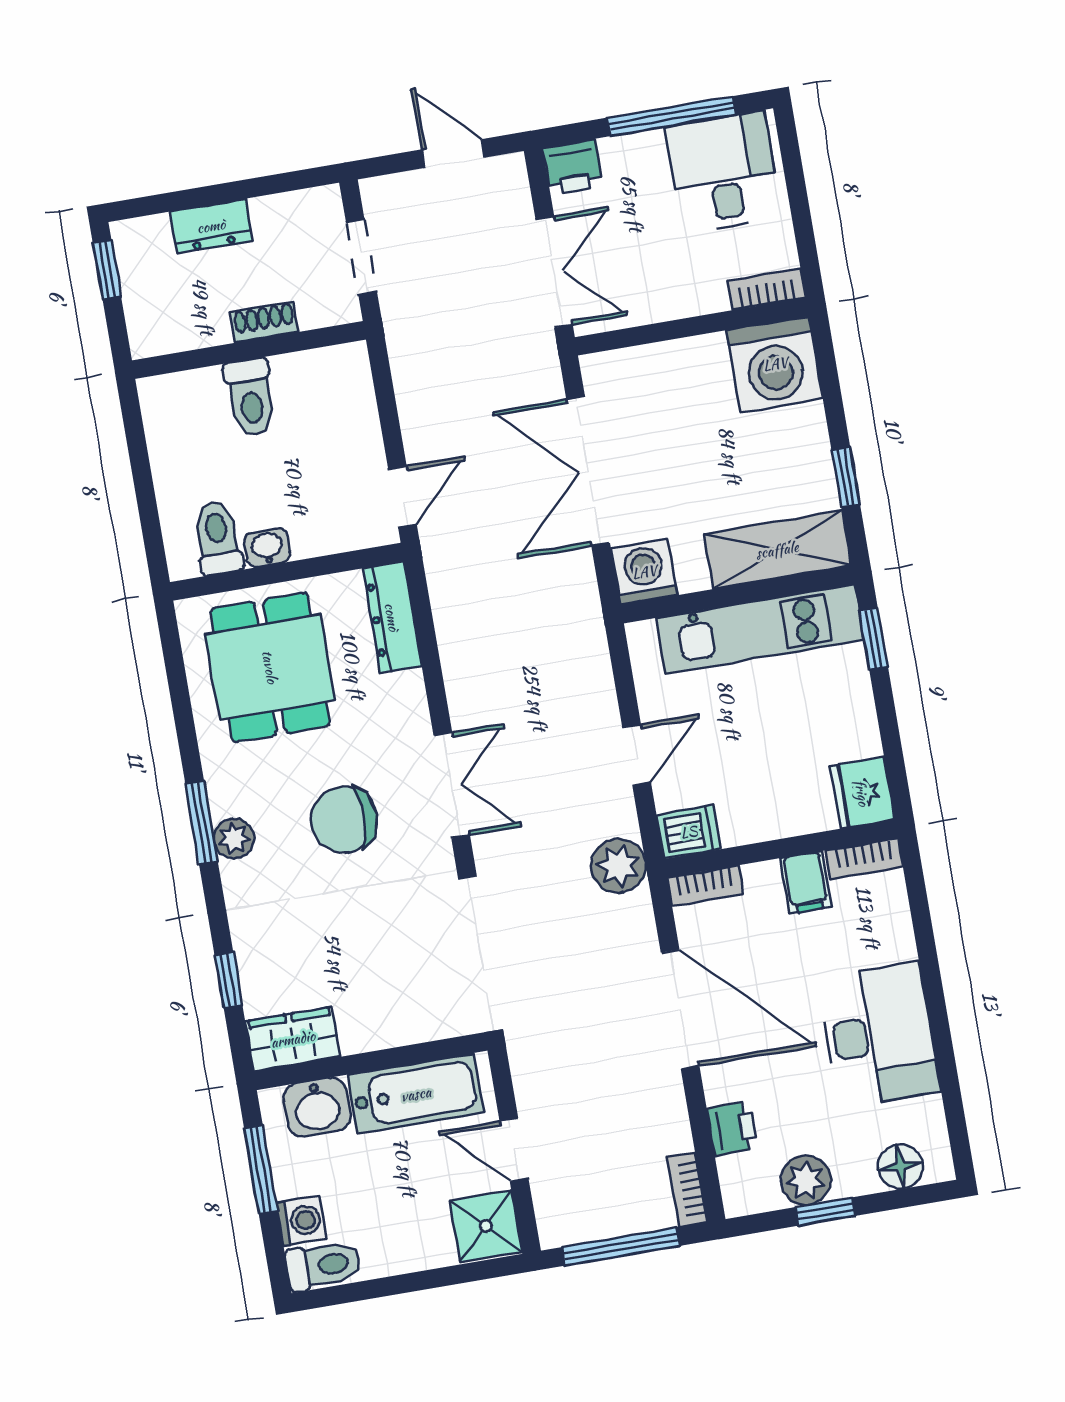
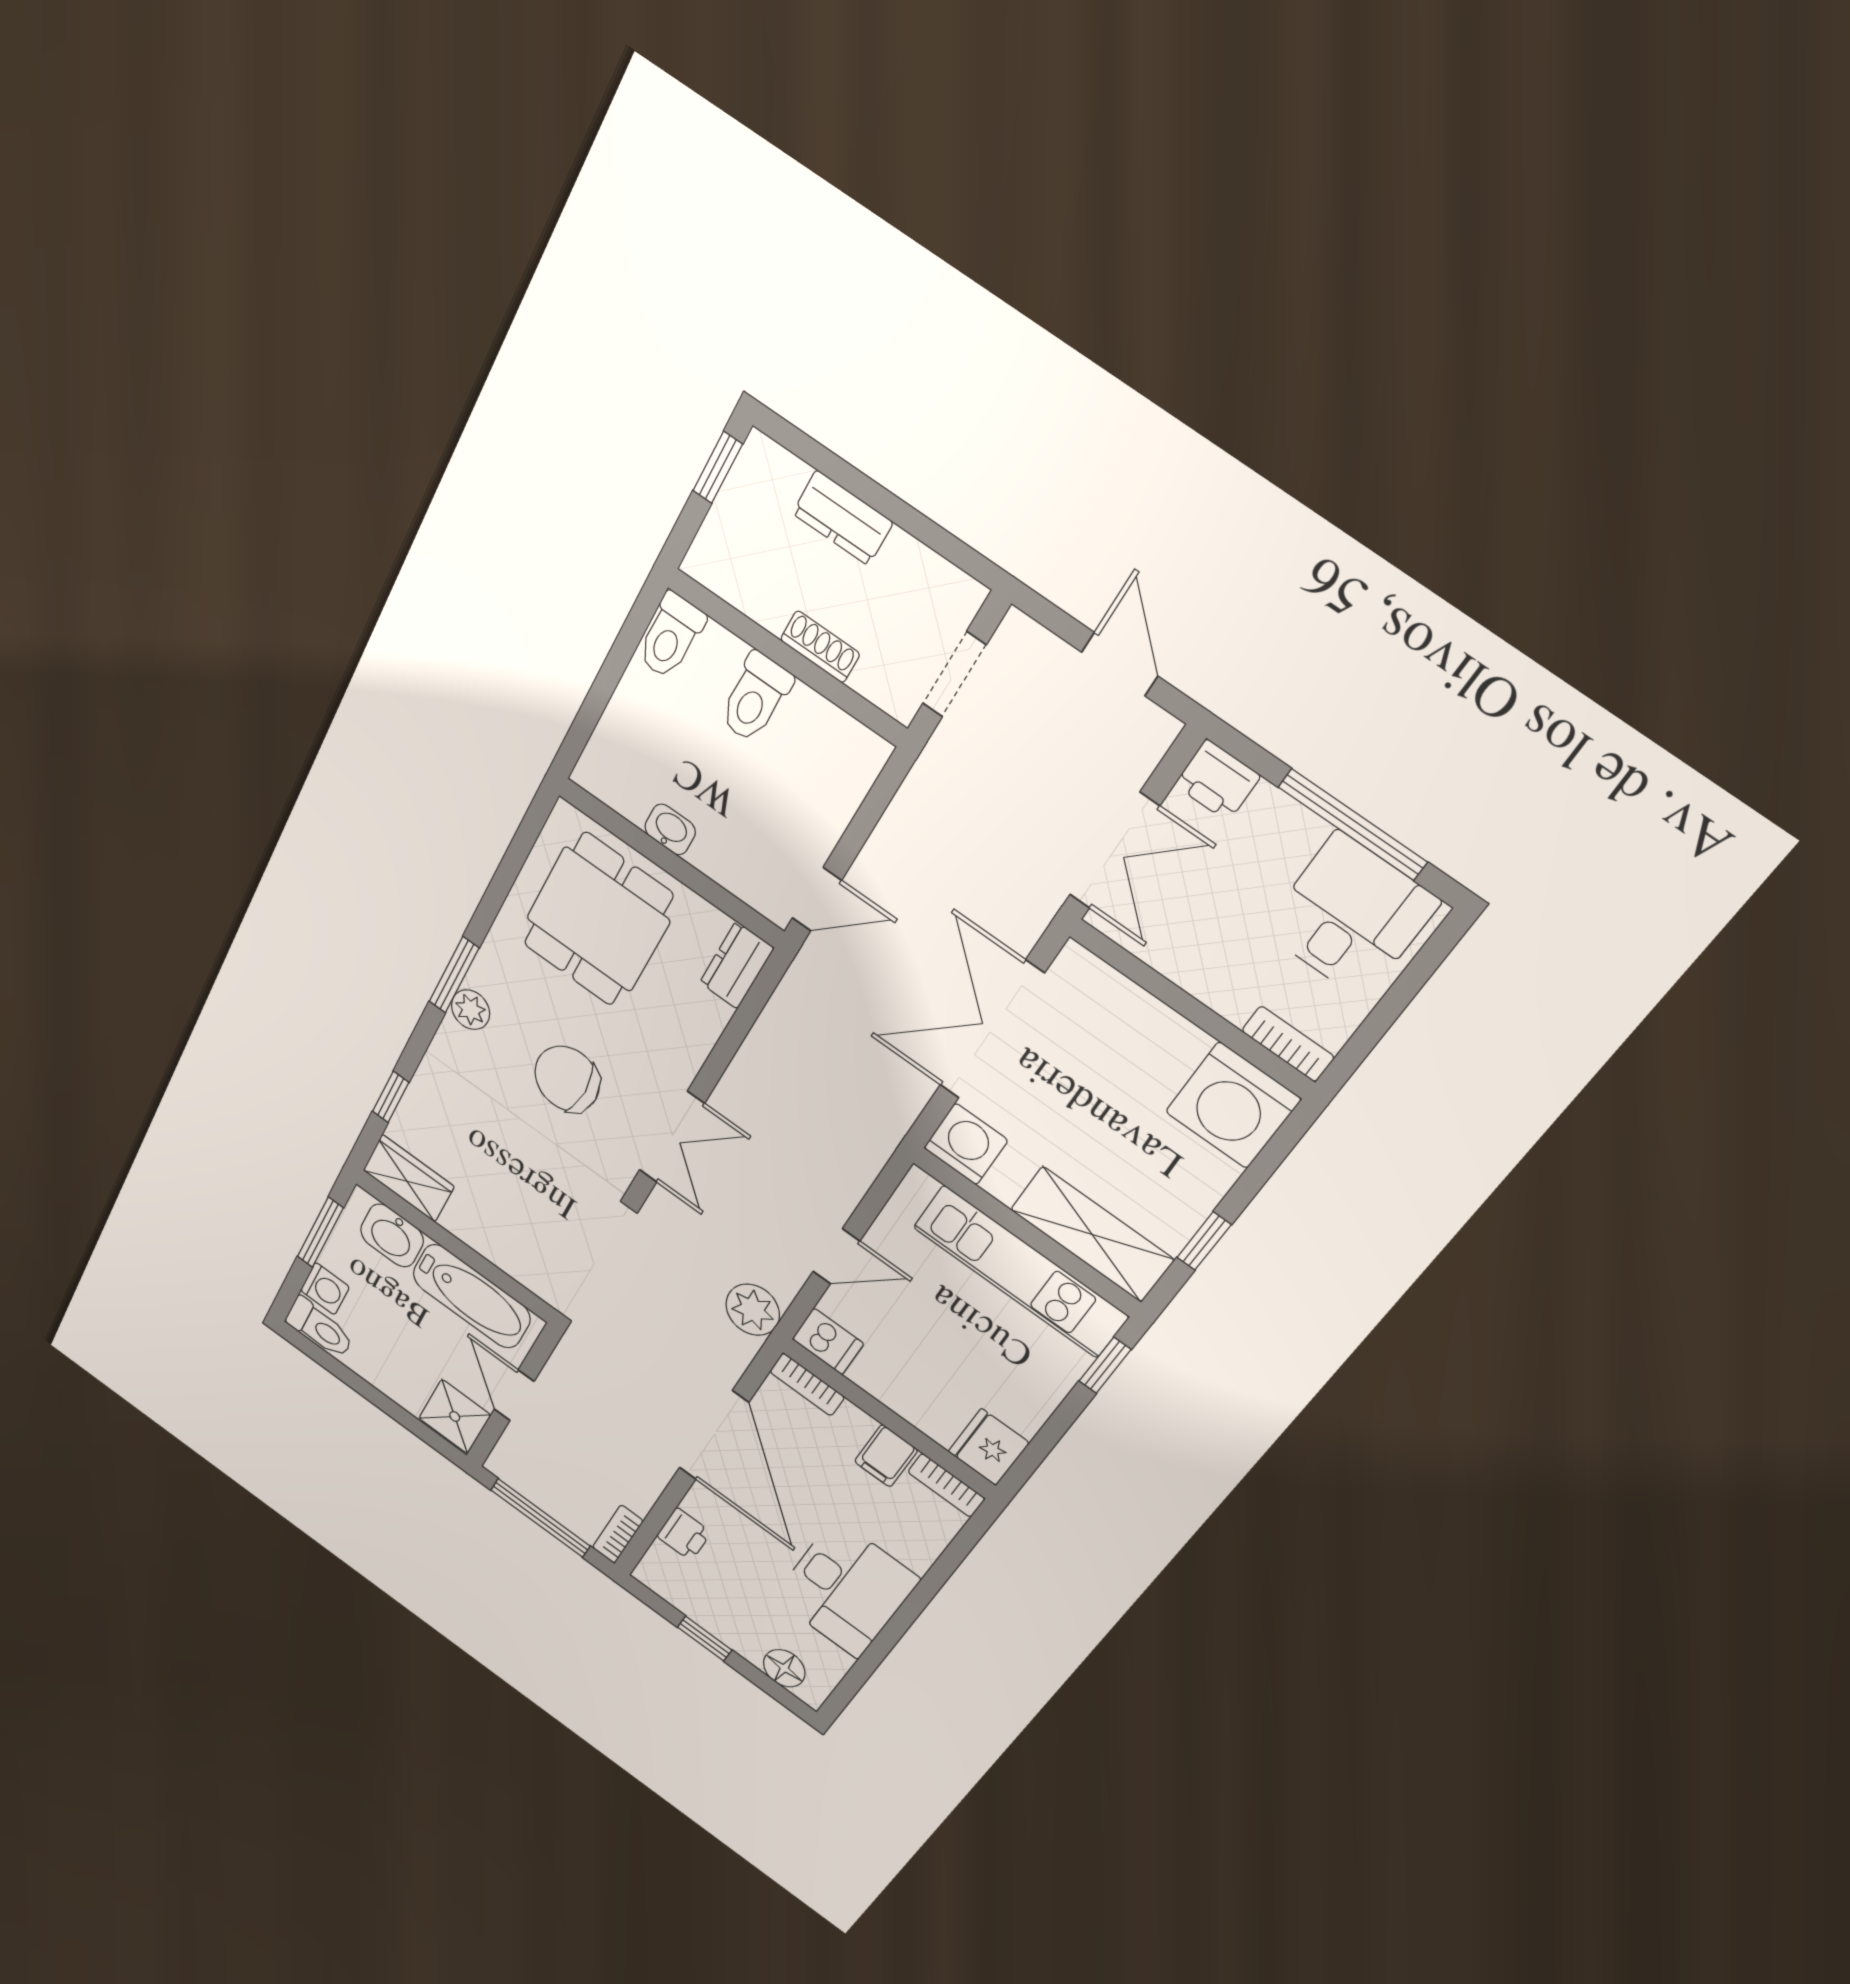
toilet: (218, 538) -> (671, 636), moved, turned 180
dresser: (392, 617) -> (737, 965), width x0.70
plant: (806, 1180) -> (708, 1610), removed

